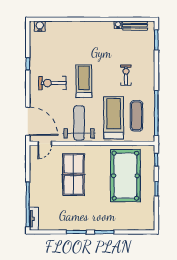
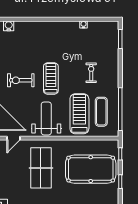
bench: (135, 26) -> (100, 25), removed
pool table: (125, 176) -> (91, 169), turned 90

